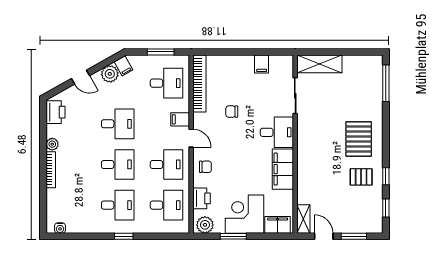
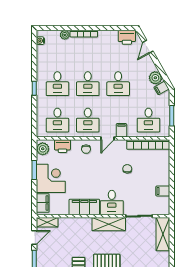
door: (80, 77) -> (148, 47), moved
shelving: (306, 136) -> (109, 224), added
plant: (52, 144) -> (65, 35), moved

